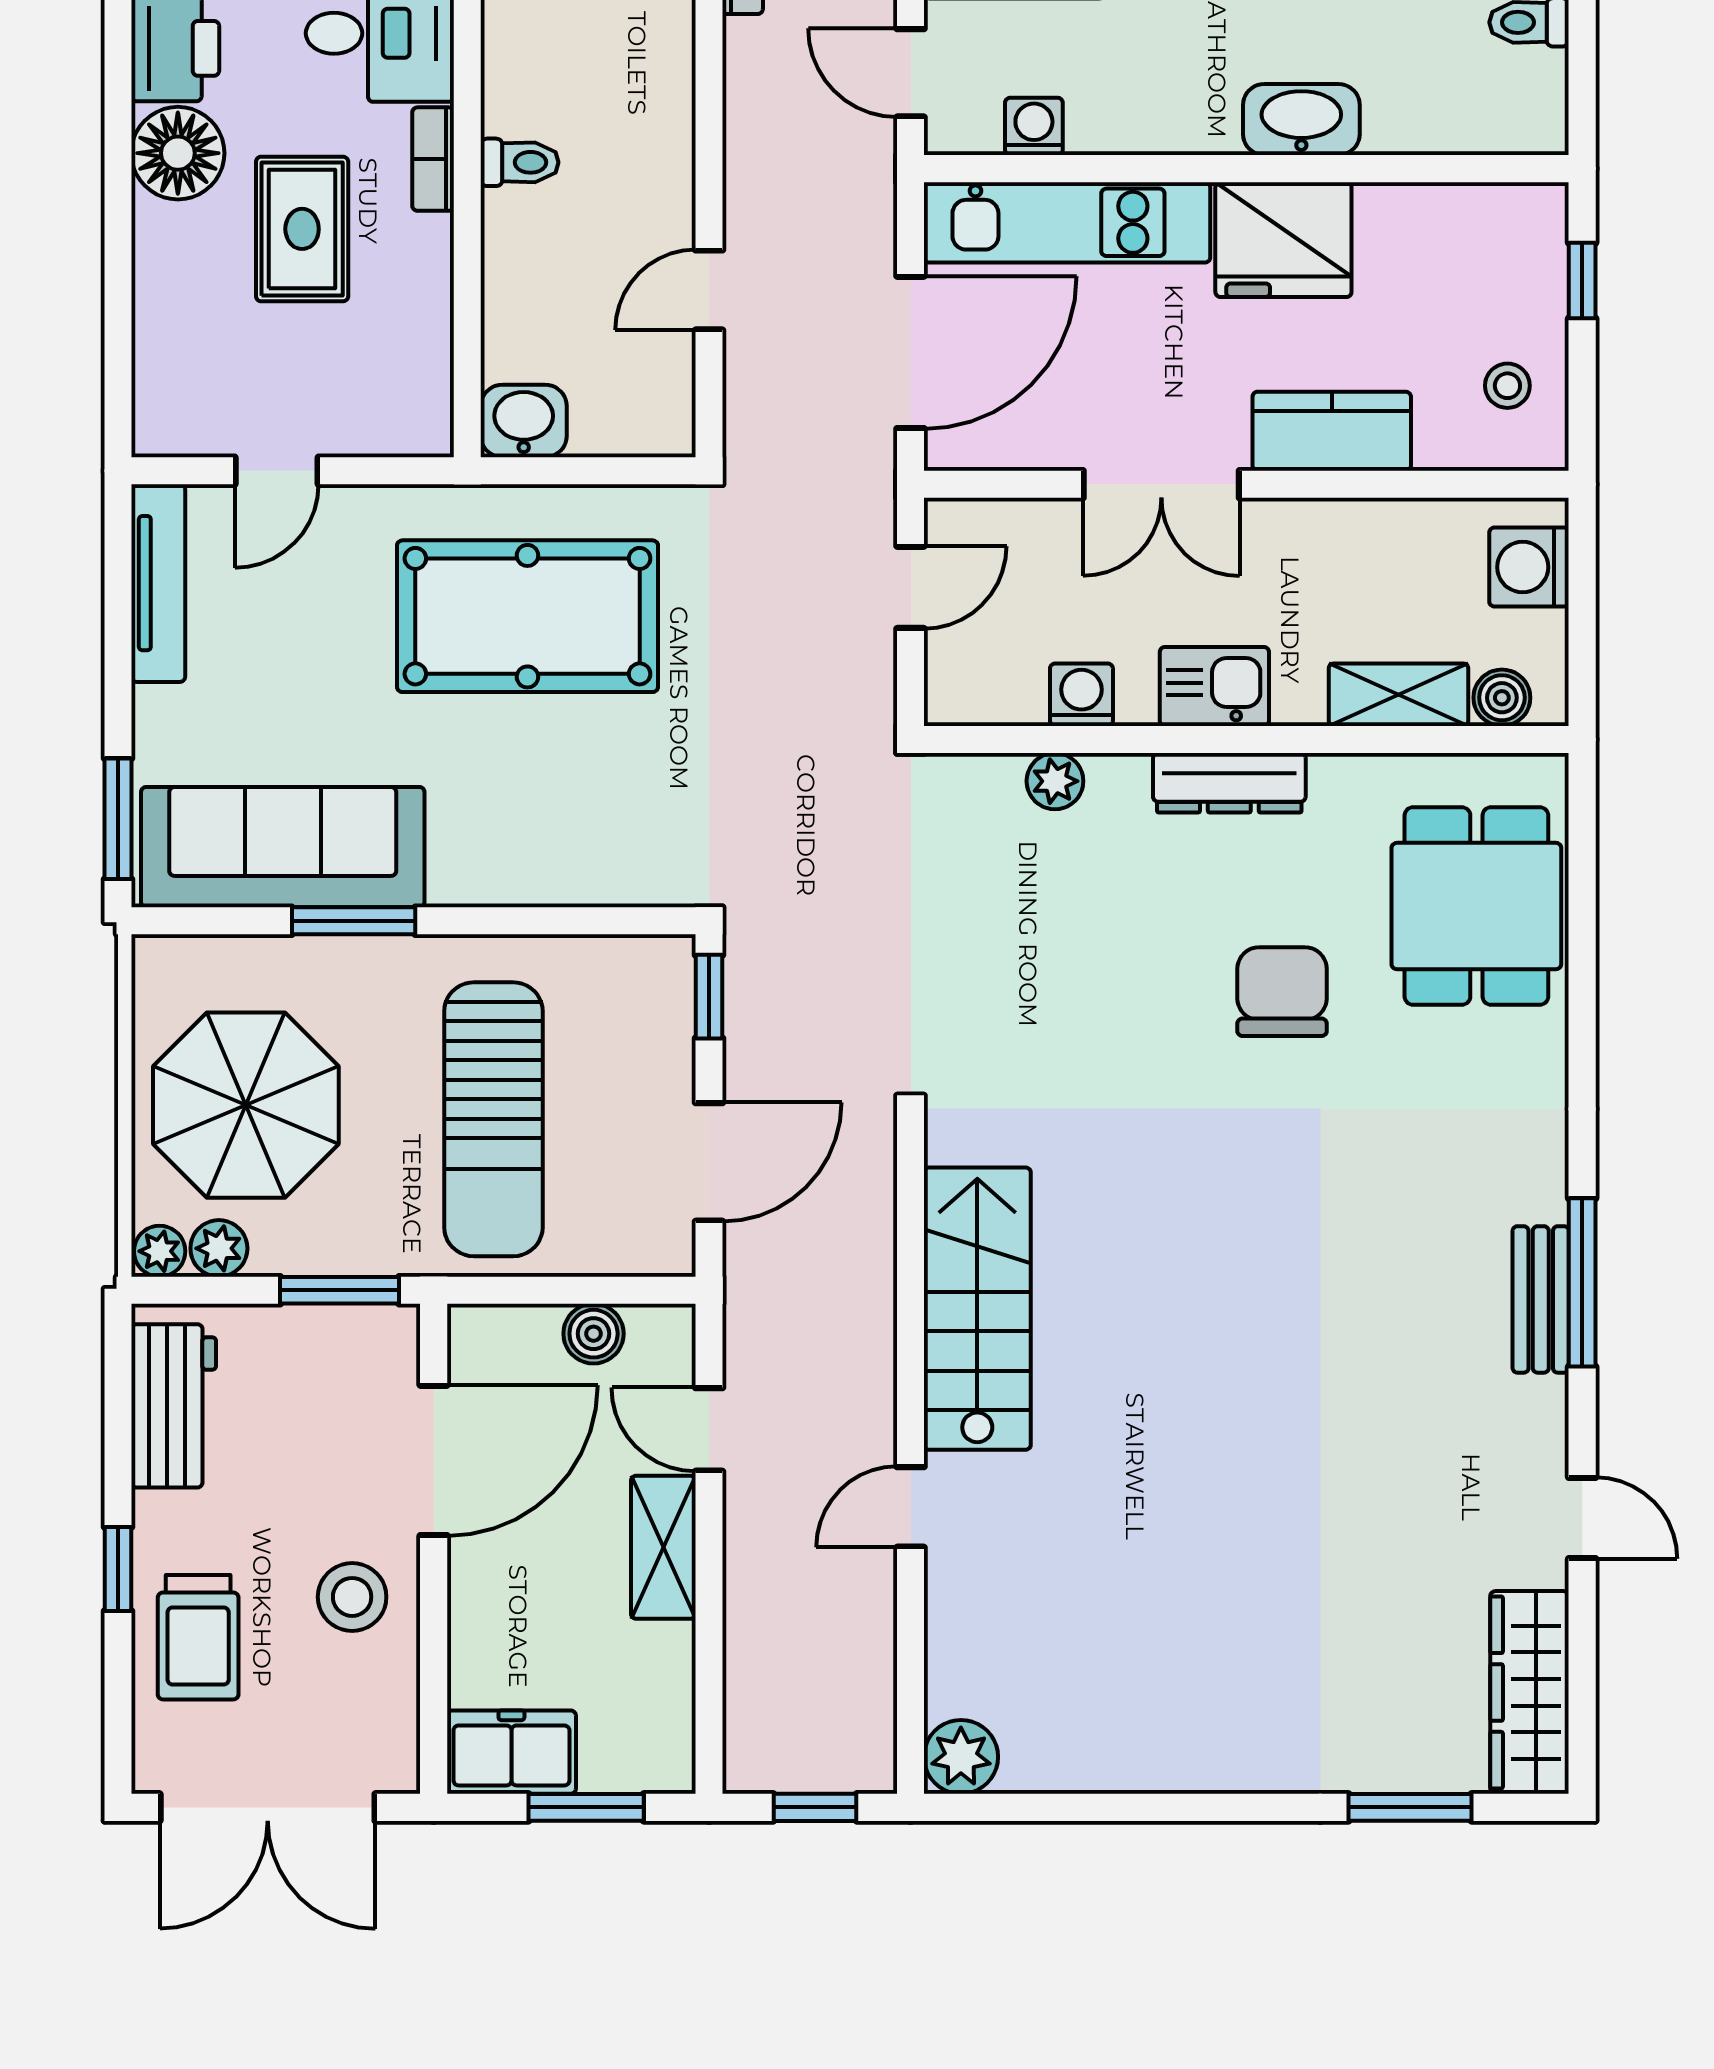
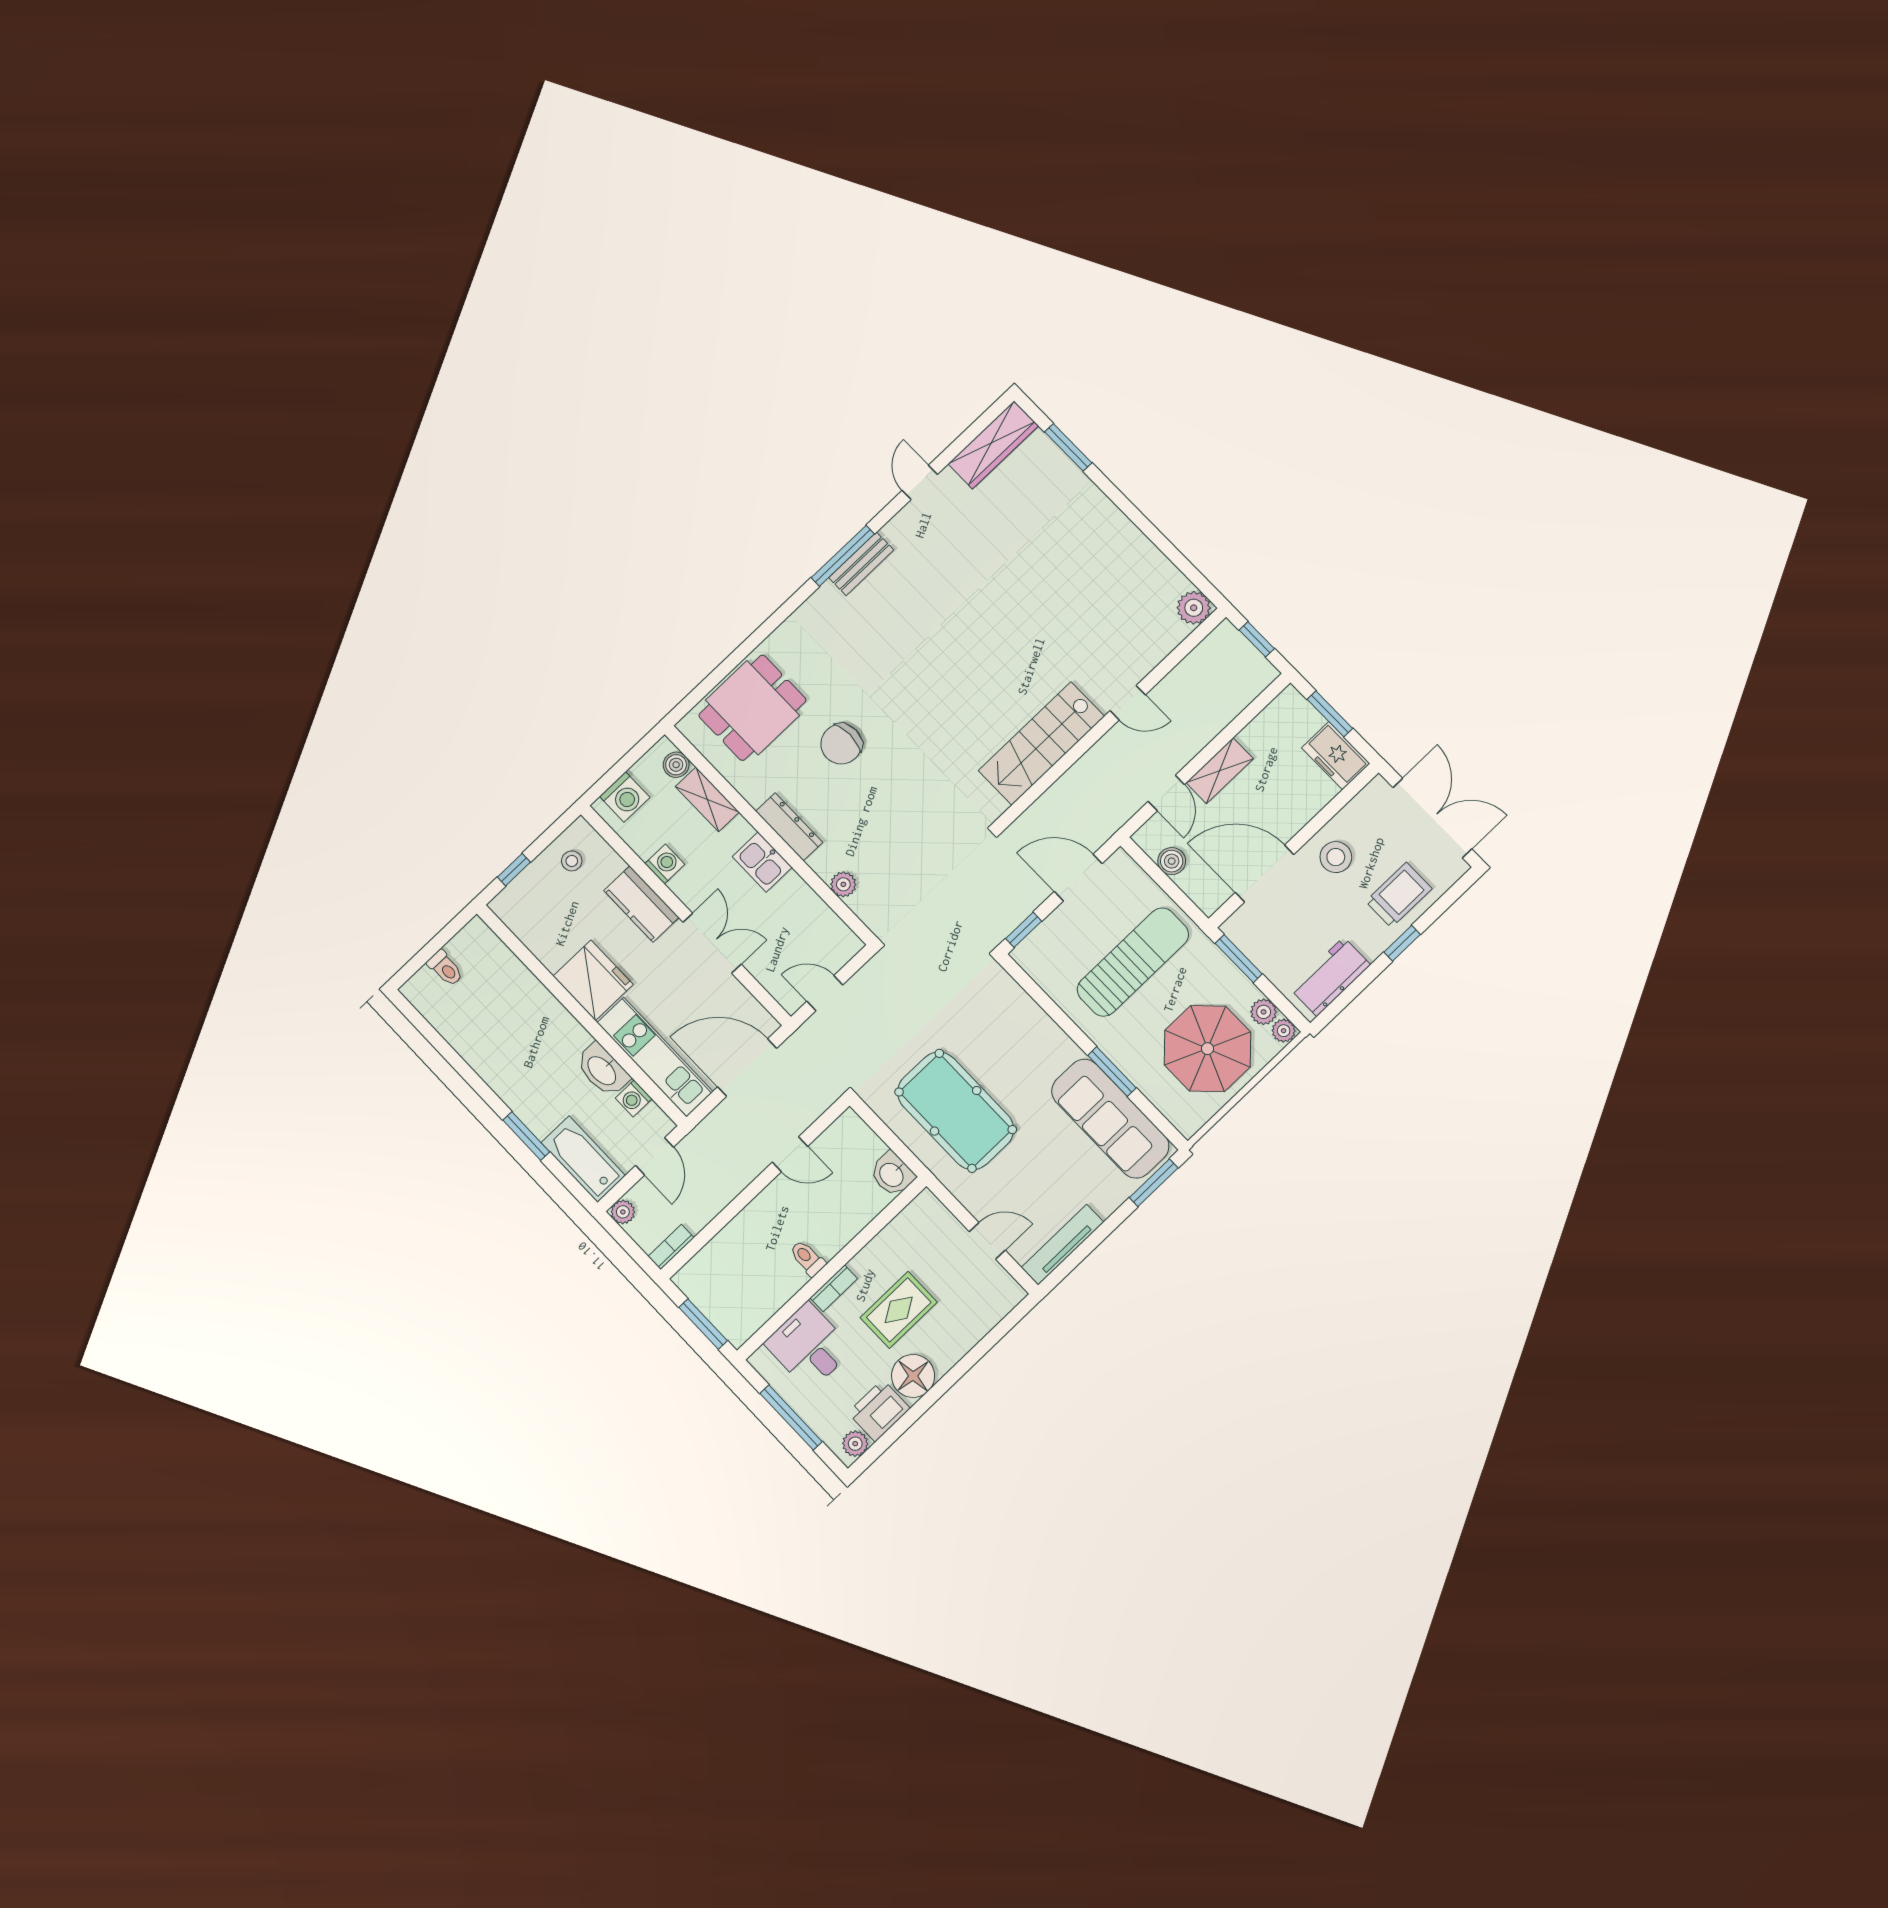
washbasin: (1301, 120) -> (602, 1070), moved
washing machine: (1081, 695) -> (665, 864), moved, turned 180

